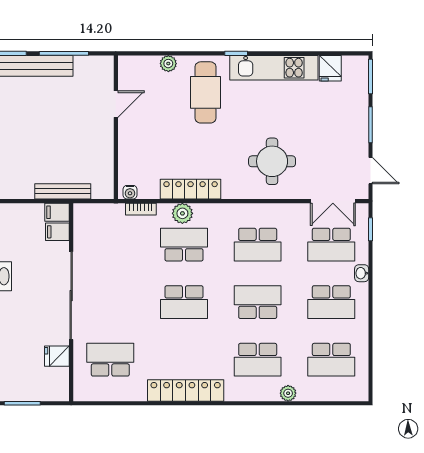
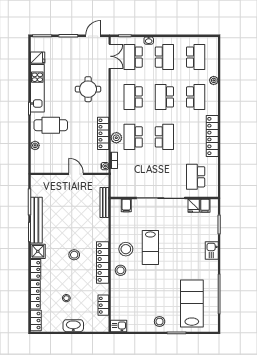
door: (116, 104) -> (76, 174), moved
filing cabinet: (57, 212) -> (205, 206), moved
school desk: (258, 245) -> (133, 97), turned 180
school desk: (331, 245) -> (133, 57), turned 180

